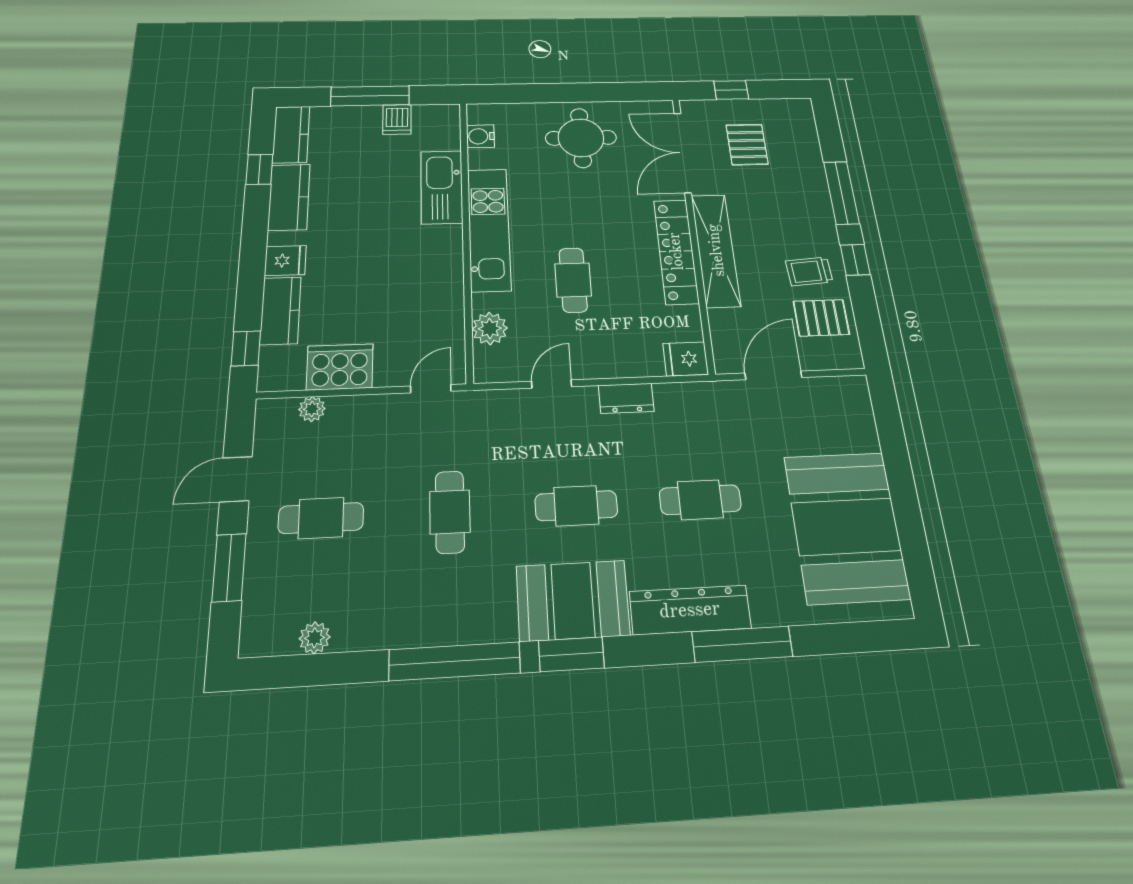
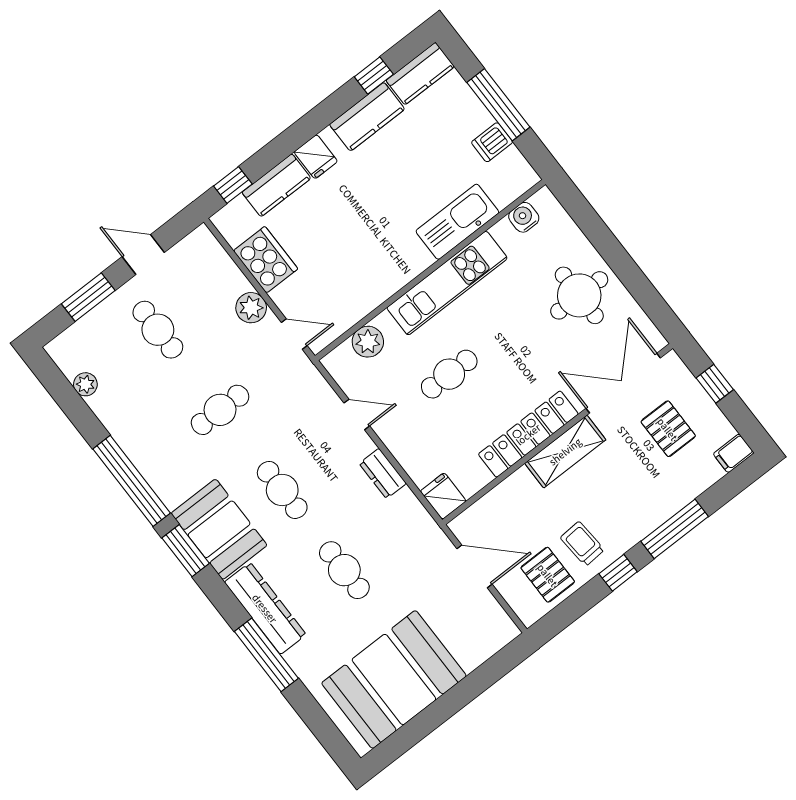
filing cabinet: (801, 112) -> (734, 453), added
pallet: (747, 144) -> (668, 429), turned 90
shelving: (716, 250) -> (565, 451), width x0.68
plant: (312, 409) -> (251, 308), moved, width x1.38, depth x1.38

